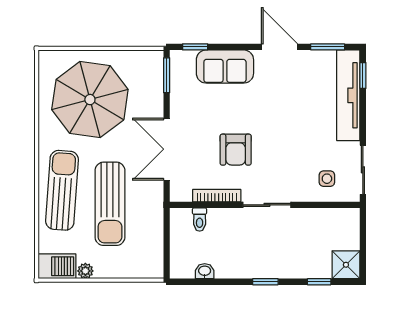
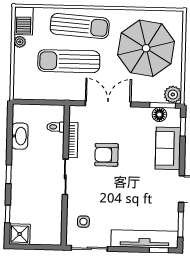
plant: (152, 62) -> (173, 95), added
floor lamp: (179, 79) -> (159, 115), added
washbasin: (205, 271) -> (20, 136), width x1.91, depth x1.45

